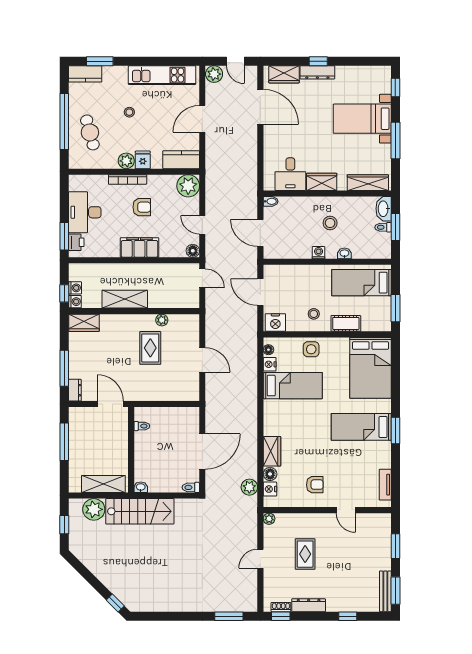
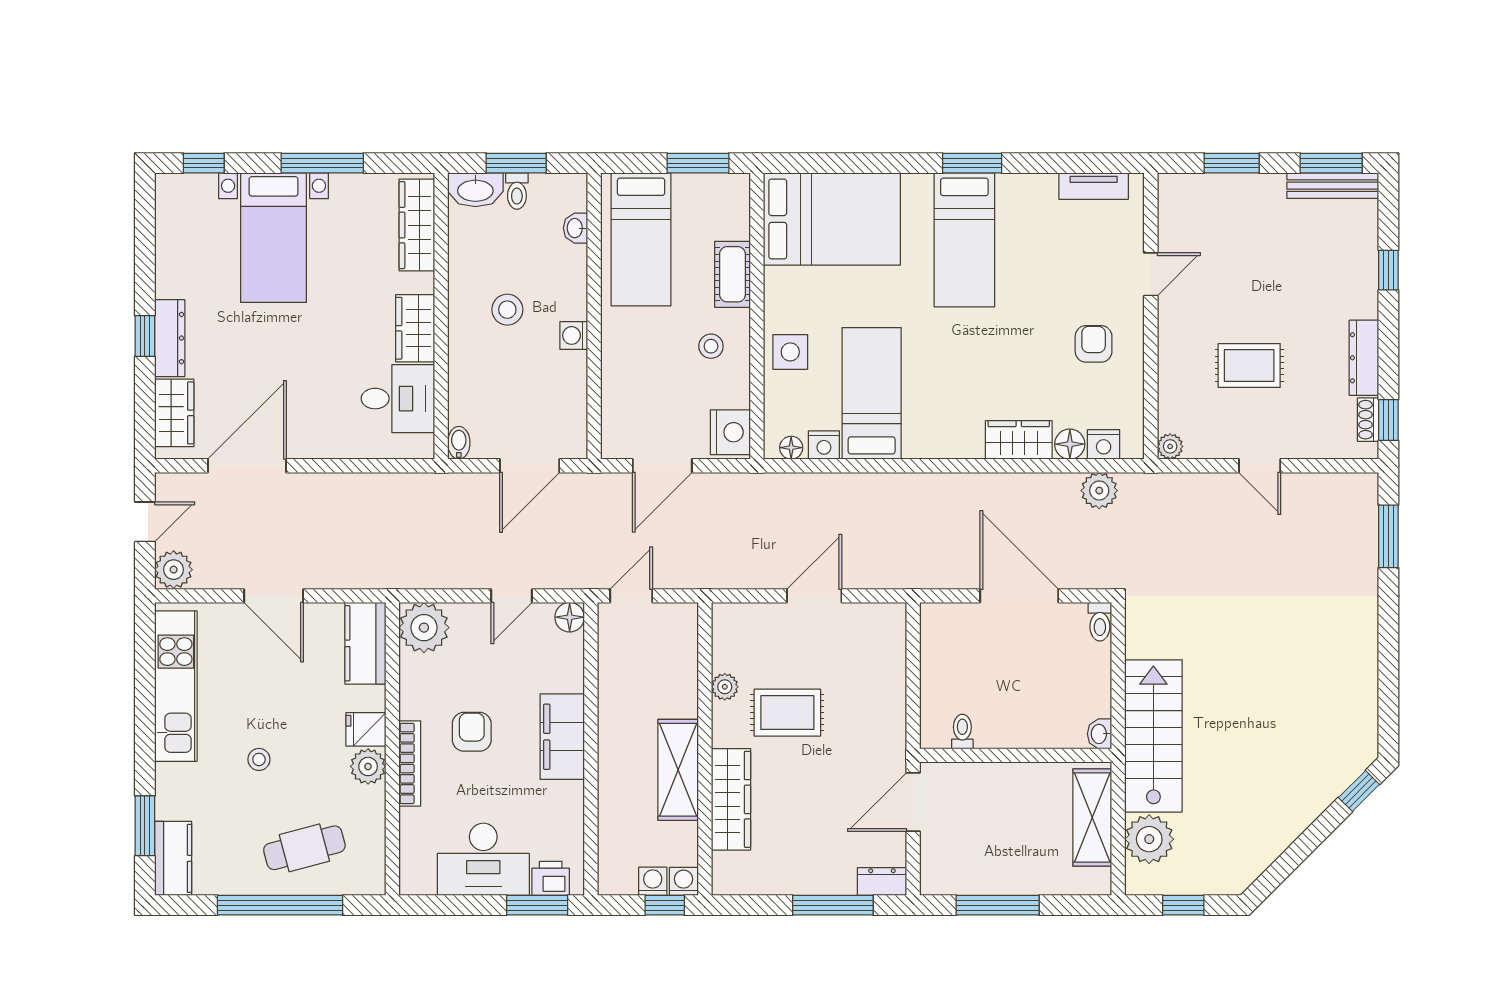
washbasin: (344, 253) -> (575, 228), moved
wardrobe: (84, 323) -> (731, 799), moved, width x1.50

